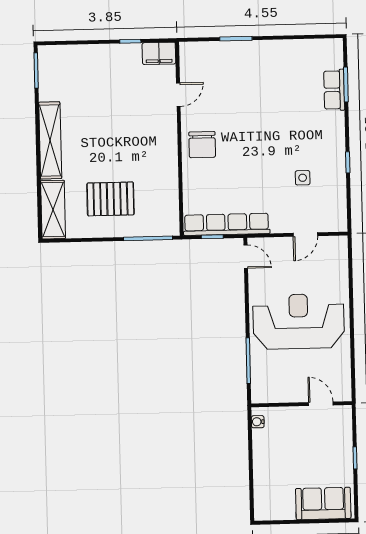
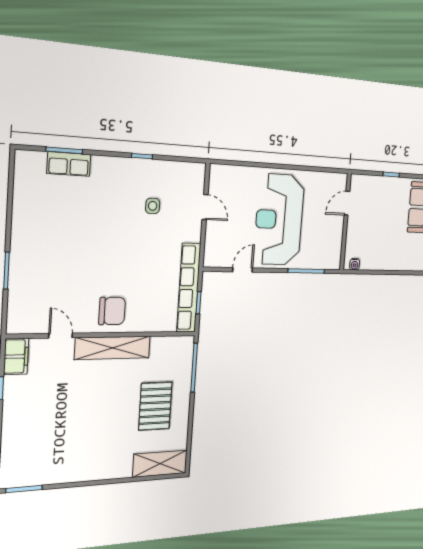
shelving: (50, 140) -> (113, 348), moved
door: (246, 257) -> (242, 270), moved

